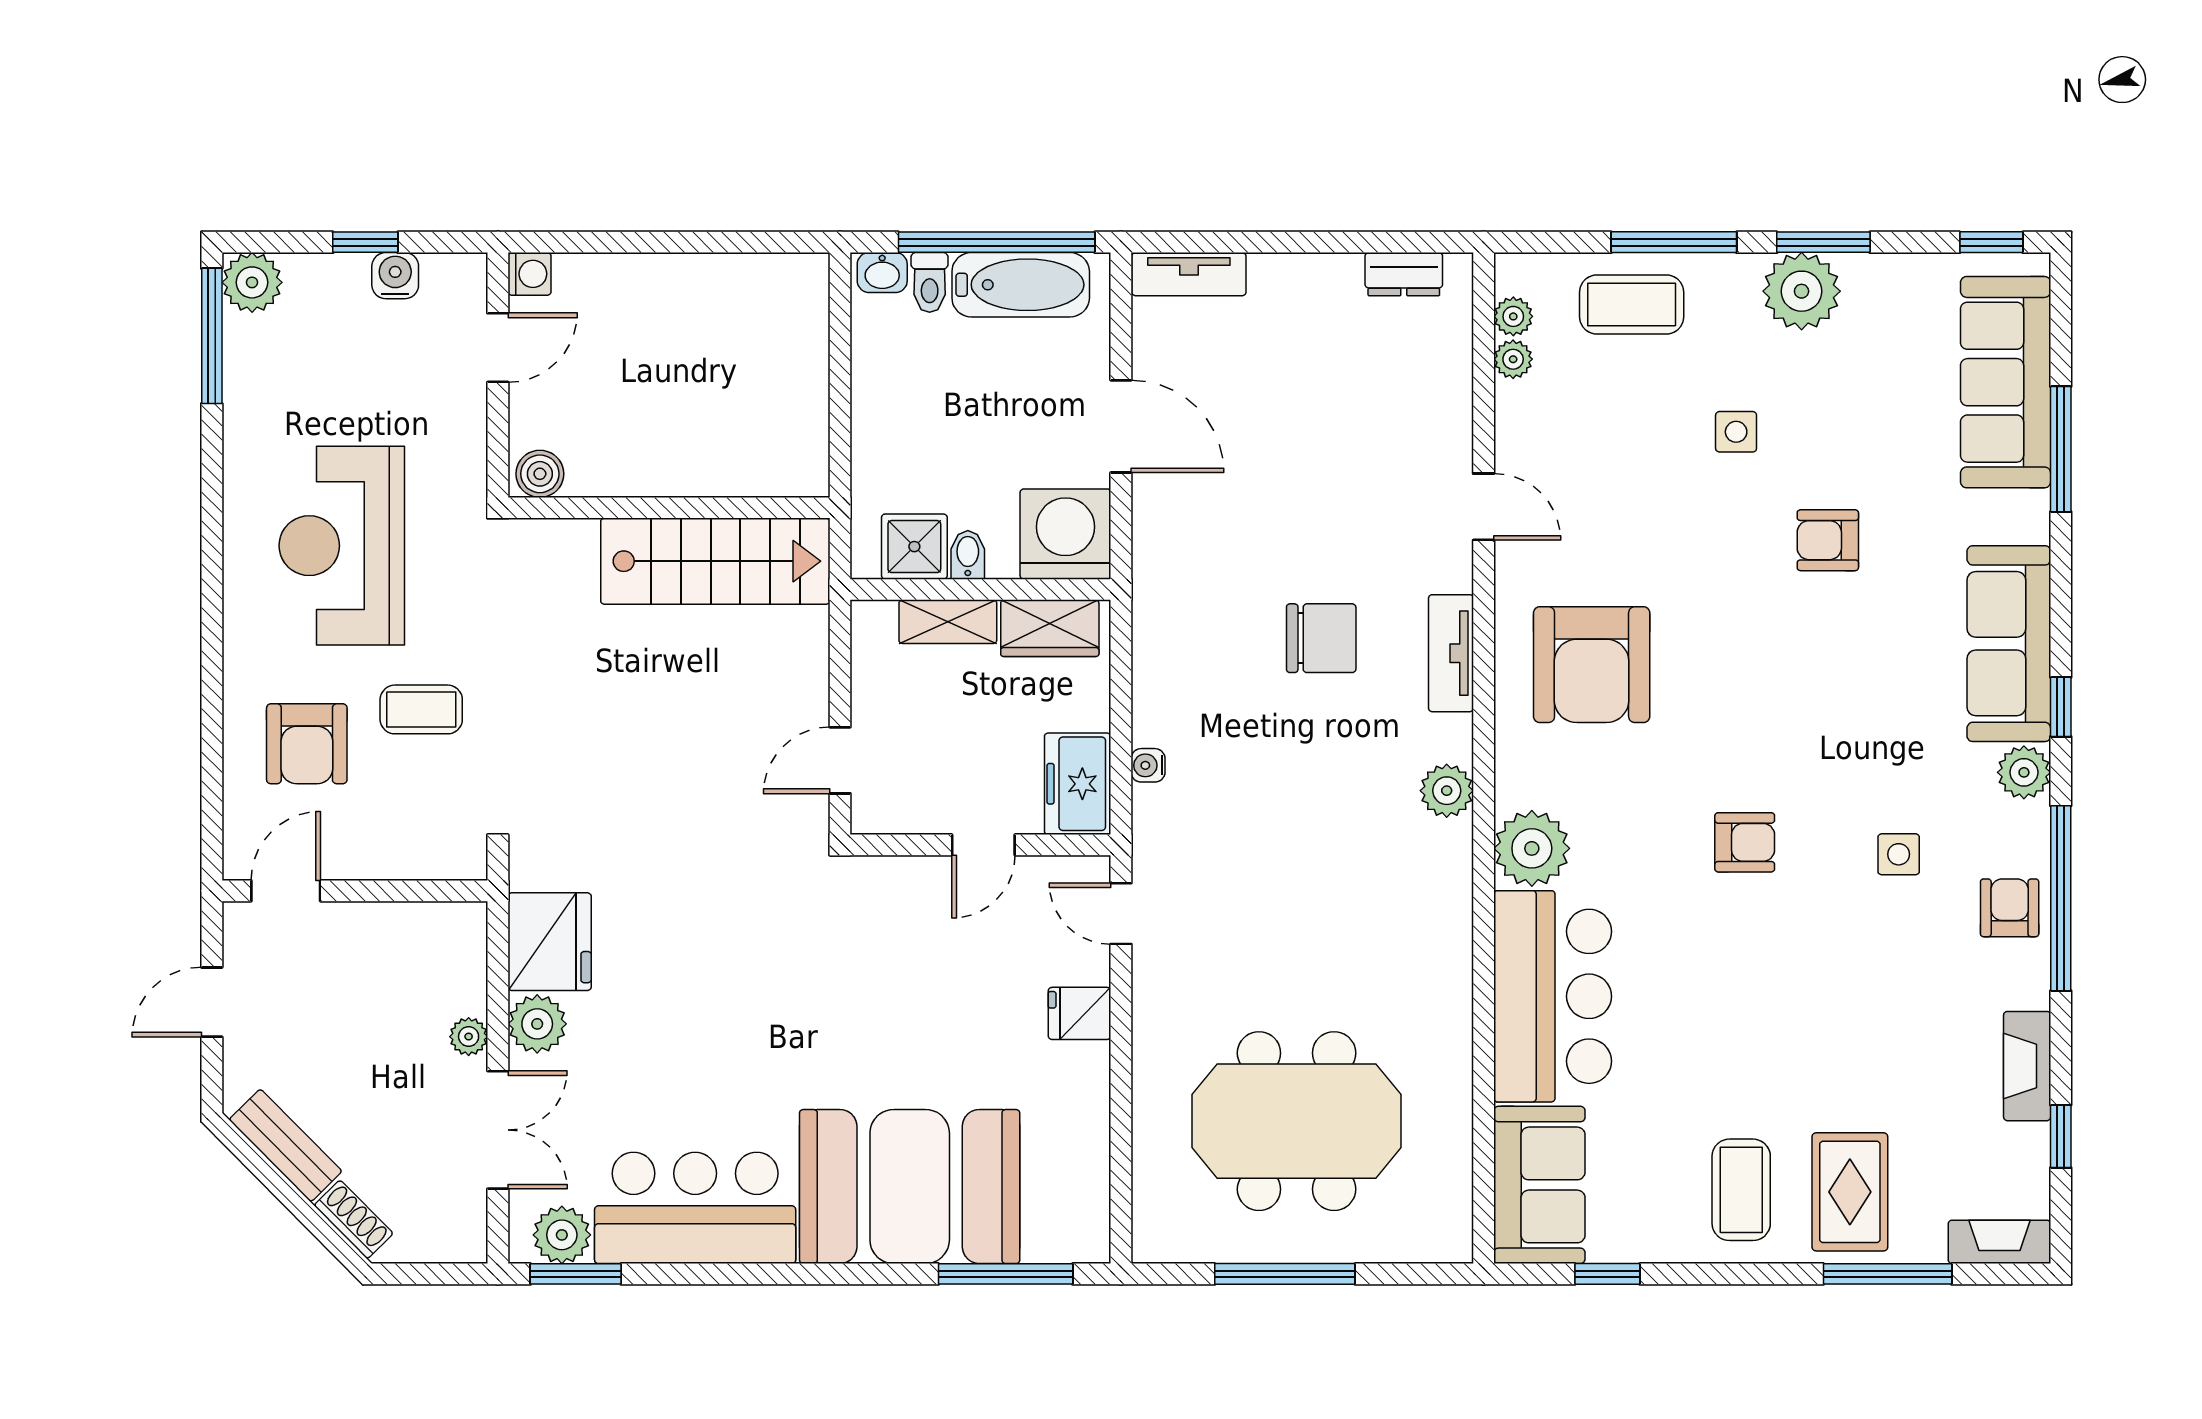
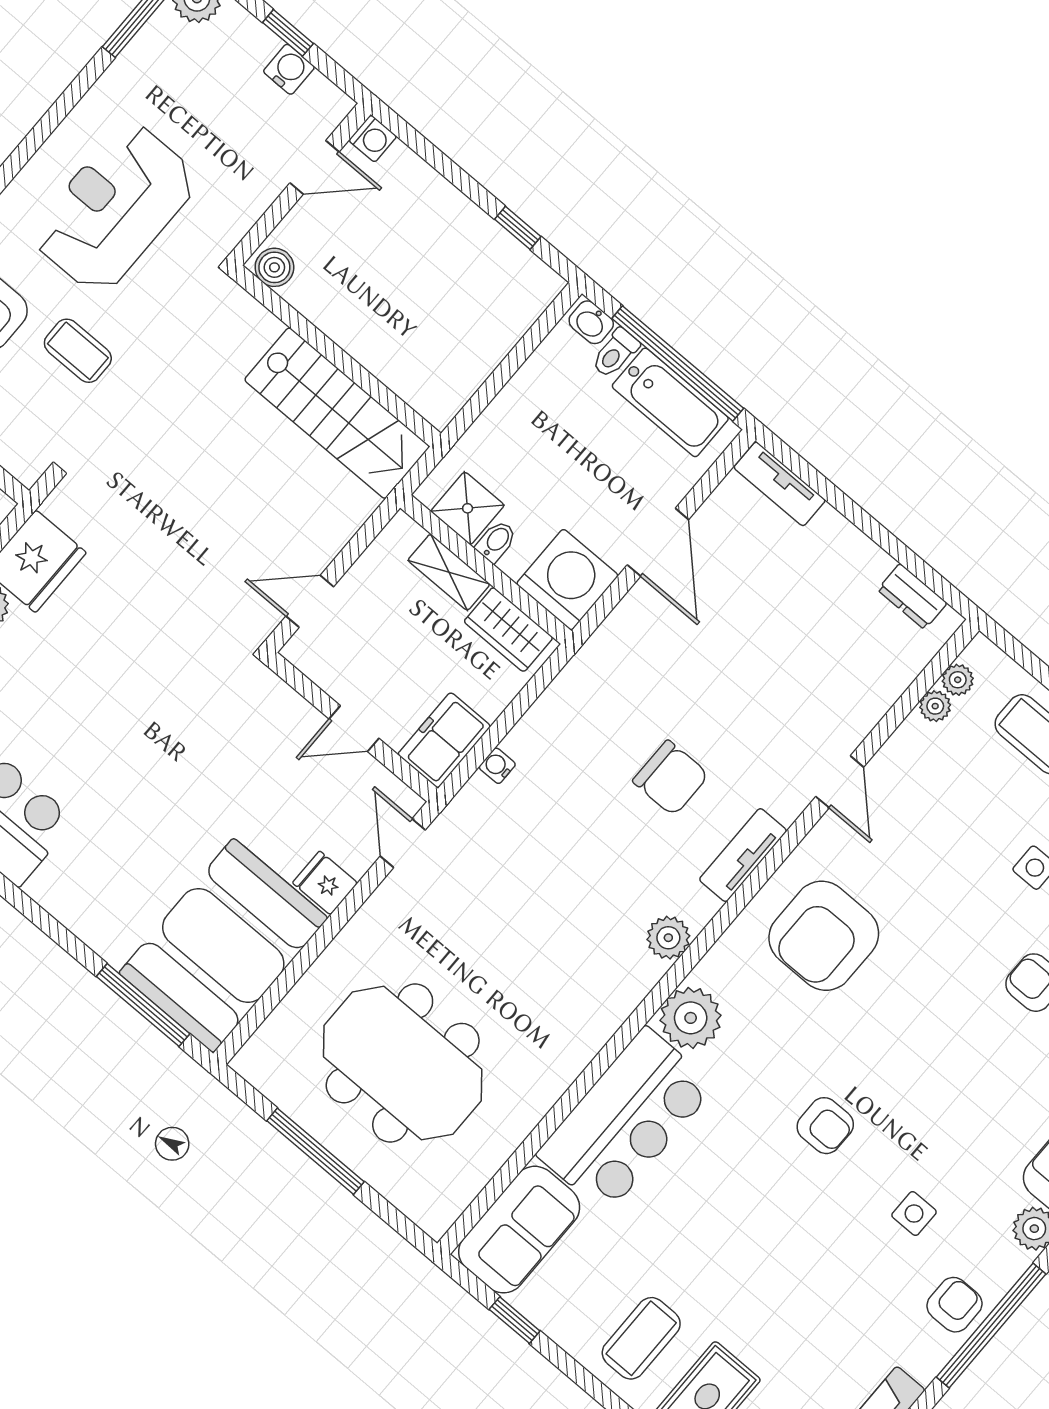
window: (738, 242) -> (518, 228), added
booth: (910, 1187) -> (223, 945), moved, turned 90

